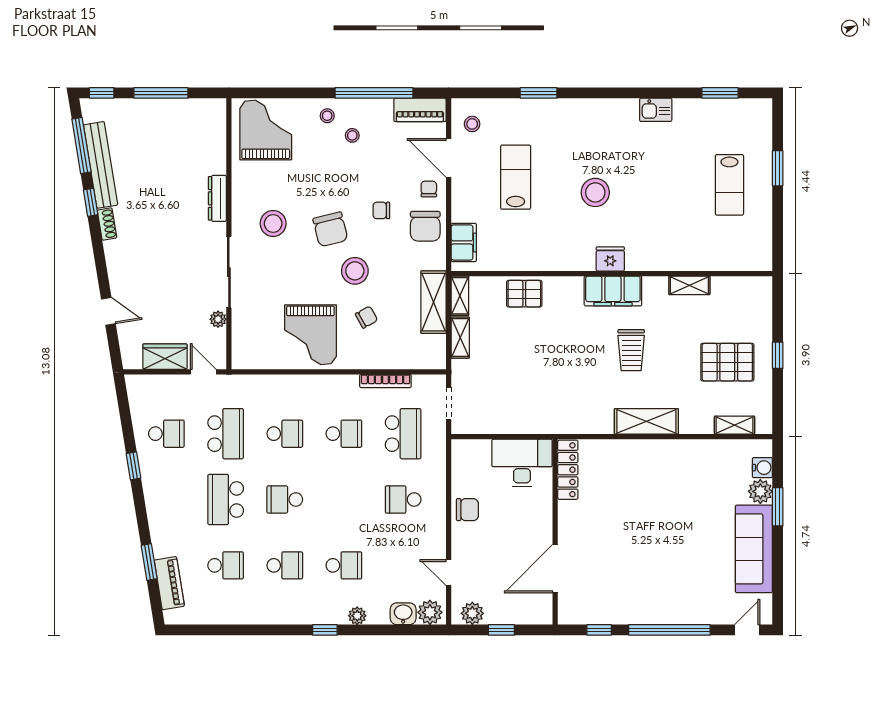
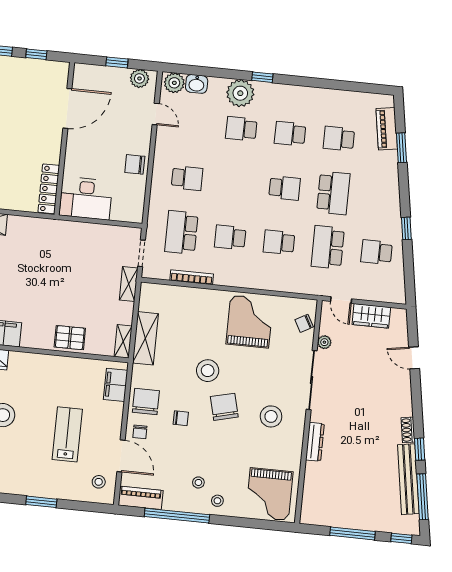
lab bench: (516, 177) -> (67, 434), turned 180
chair: (366, 317) -> (304, 323), moved
shelving: (460, 338) -> (129, 284), moved
plant: (357, 616) -> (240, 93), width x1.88, depth x1.88

